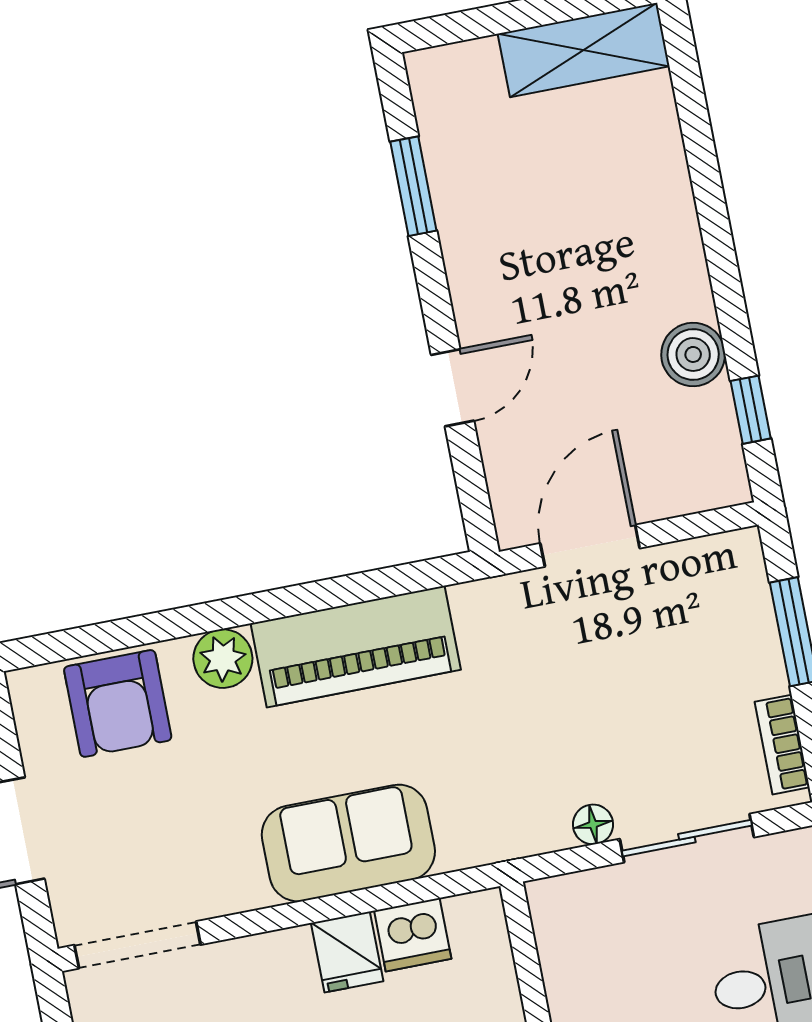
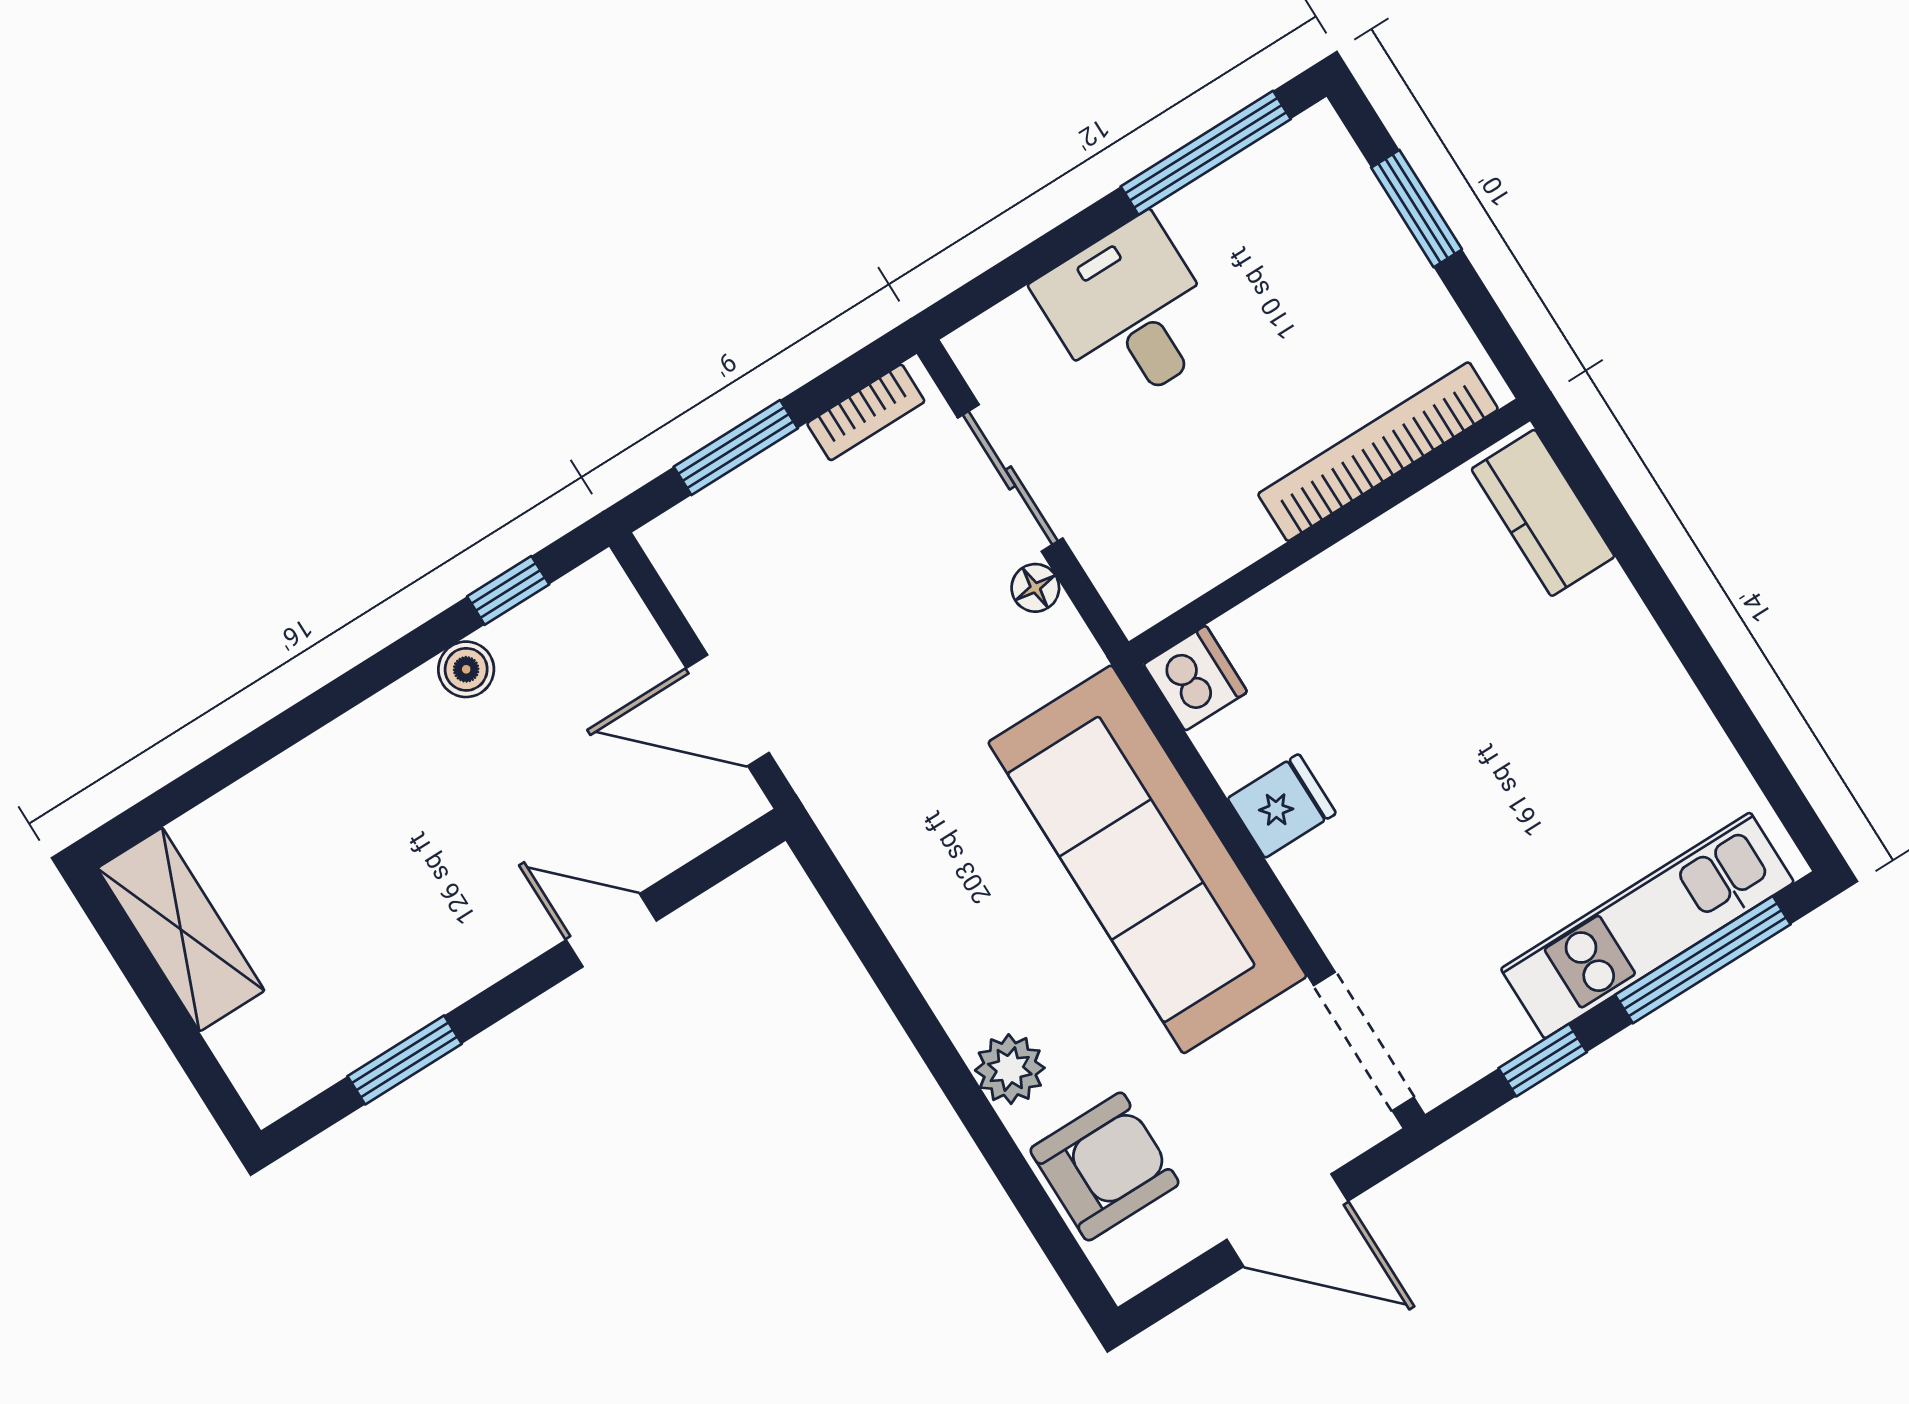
boiler: (693, 354) -> (466, 669), width x0.73, depth x0.73
piano: (356, 647) -> (940, 927), removed
sofa: (348, 843) -> (1147, 859), width x1.85, depth x1.27
dishwasher: (413, 935) -> (1195, 678), moved

